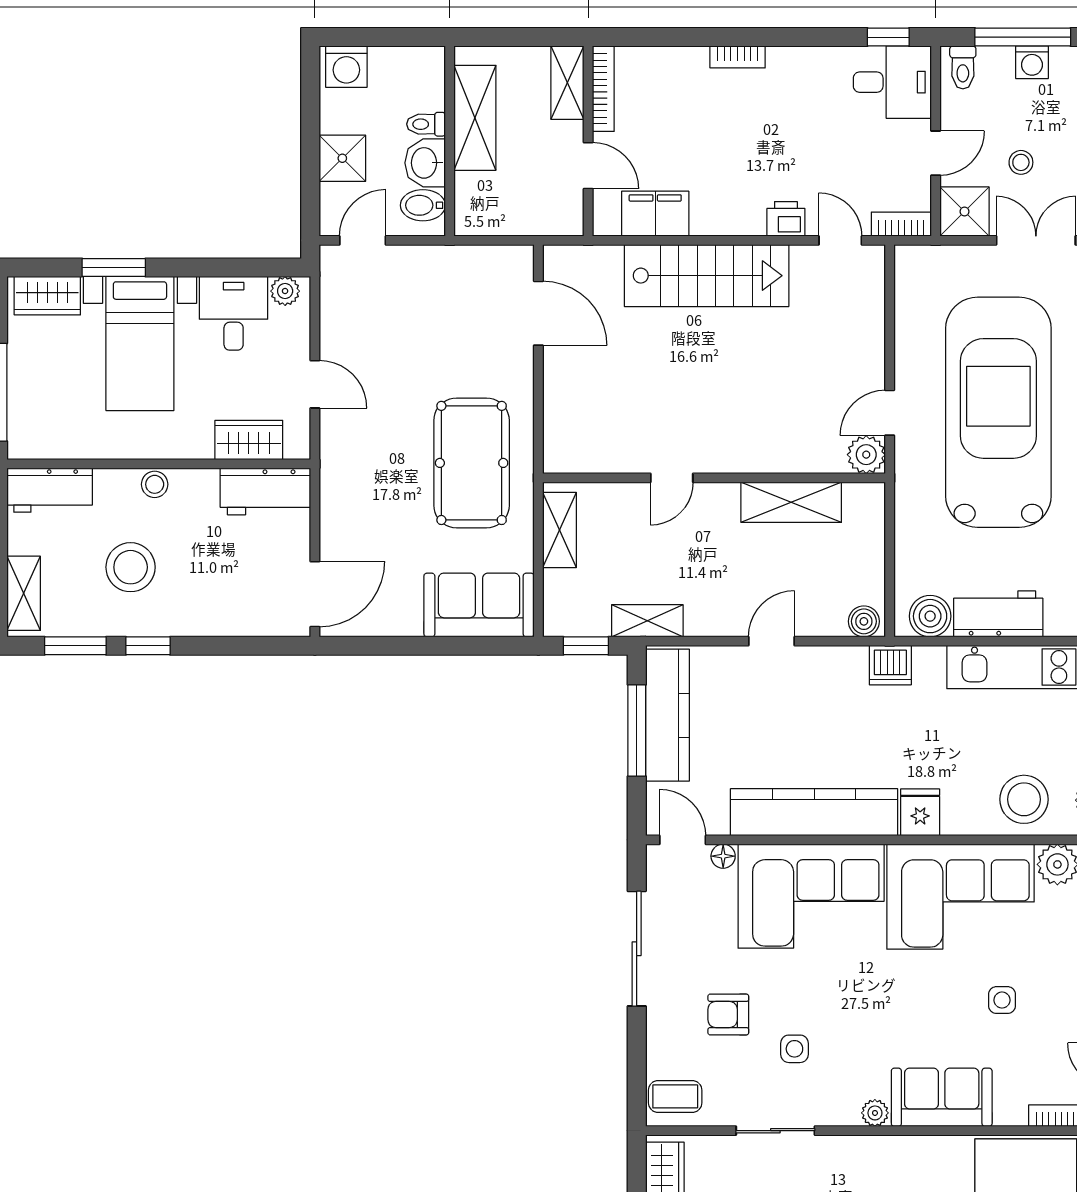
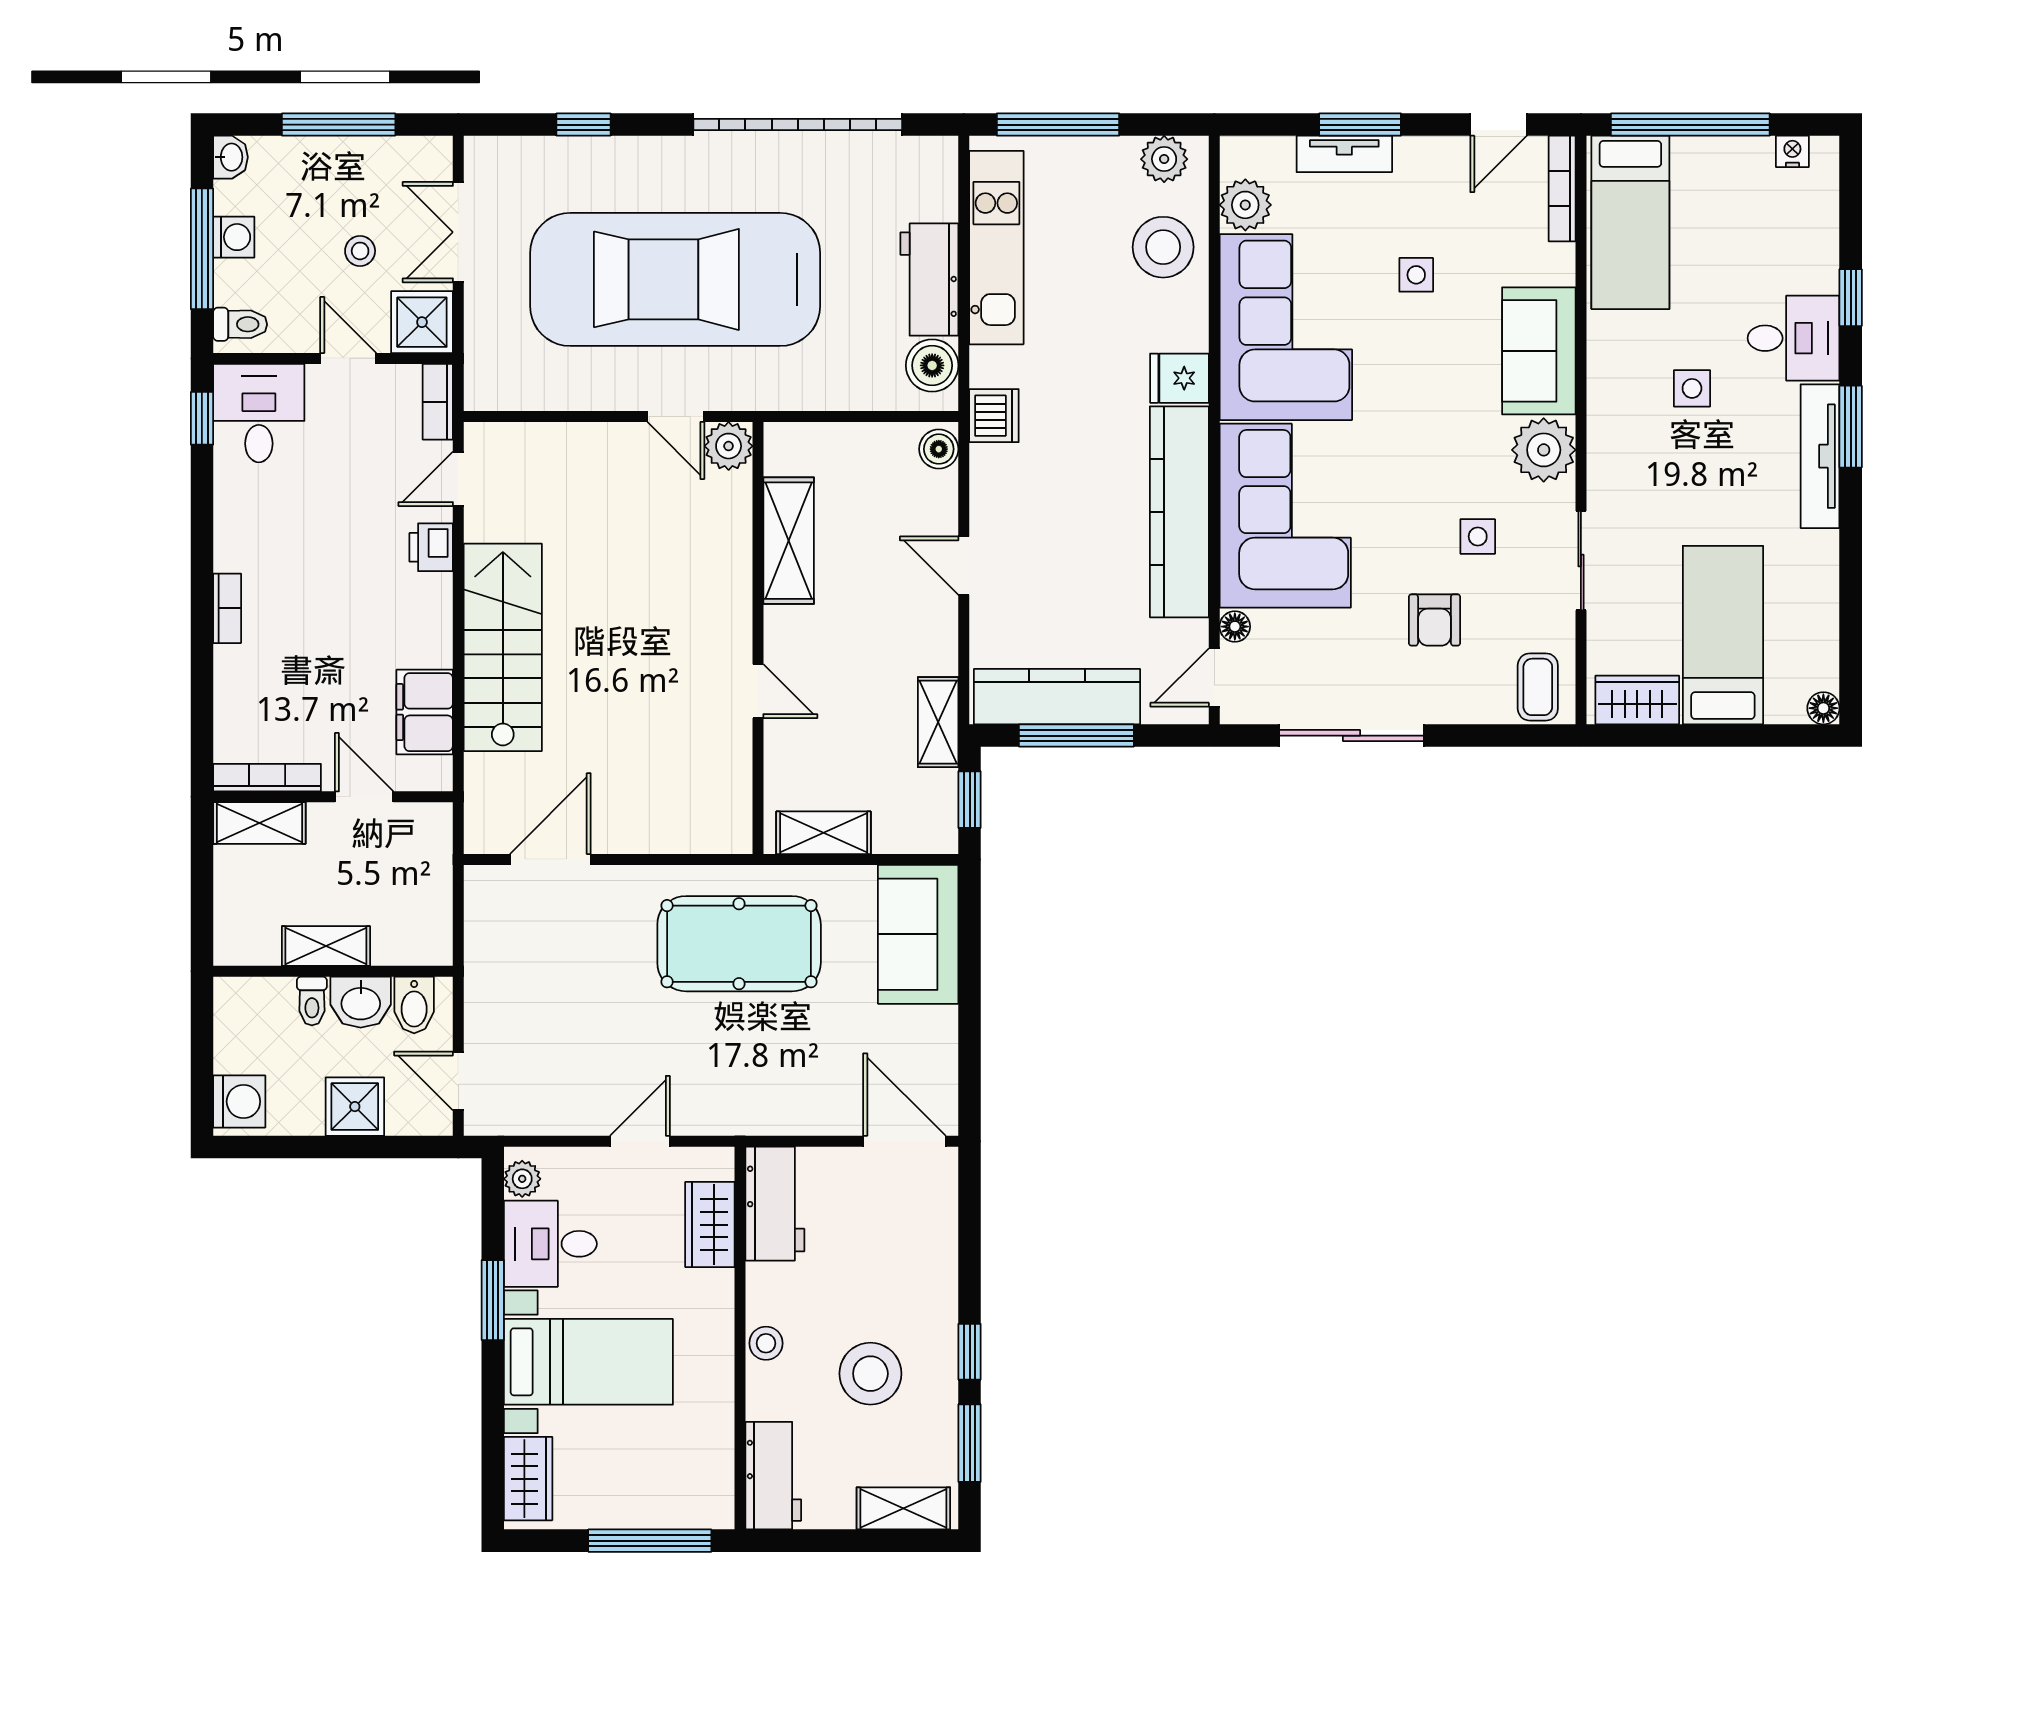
shelving: (475, 118) -> (326, 946), width x0.67, depth x0.75
door: (588, 166) -> (364, 797), hinge flipped
window: (114, 268) -> (493, 1300), moved
plant: (875, 1113) -> (1544, 450), width x1.88, depth x1.88

